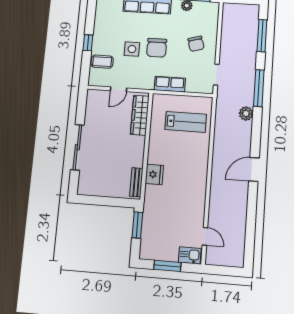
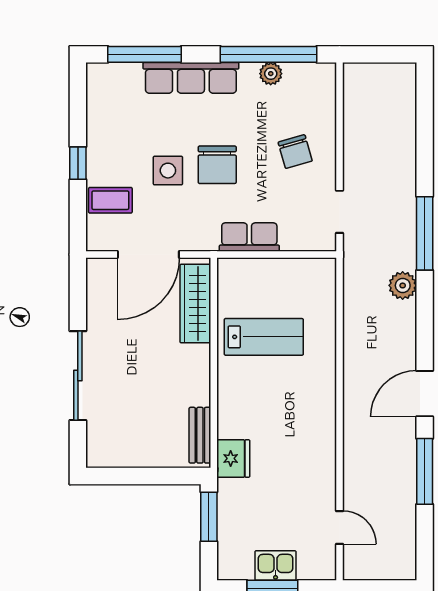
window: (262, 36) -> (425, 471), moved
door: (119, 89) -> (148, 254), width x1.88
lab bench: (186, 122) -> (264, 337), moved
fridge: (154, 174) -> (233, 458), moved
kitchen sink: (190, 255) -> (276, 565), moved

